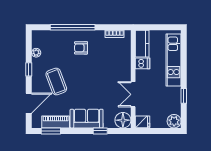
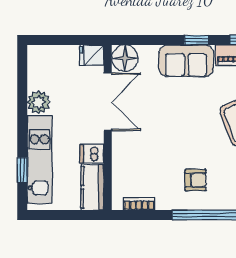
double door: (133, 94) -> (108, 102), width x1.37
window: (184, 96) -> (22, 170), moved
plant: (174, 121) -> (39, 102), moved
window: (100, 131) -> (196, 40), moved

